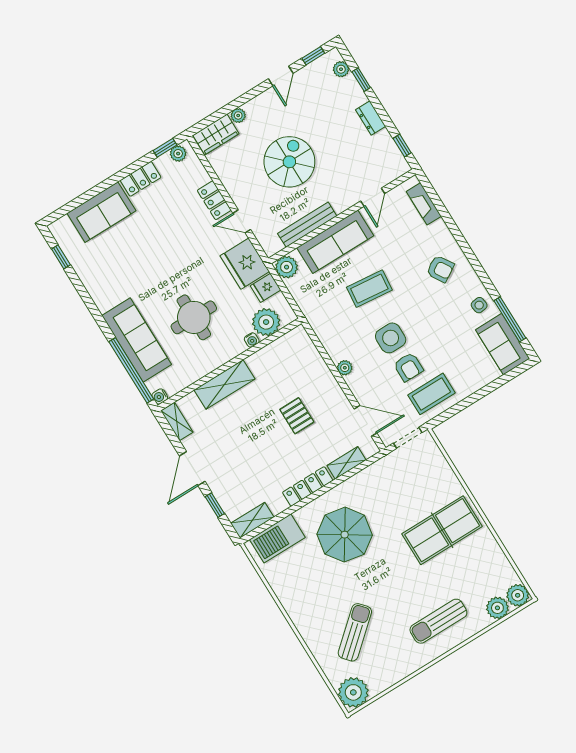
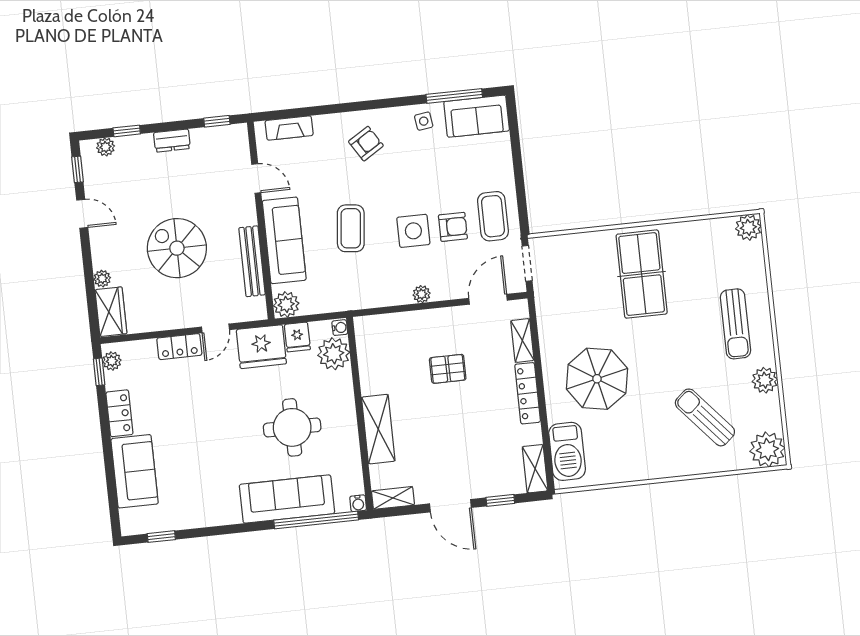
water cooler: (252, 340) -> (340, 328), moved
plant: (497, 608) -> (765, 380), moved

